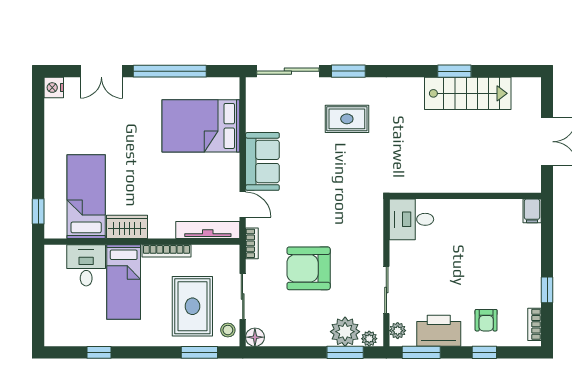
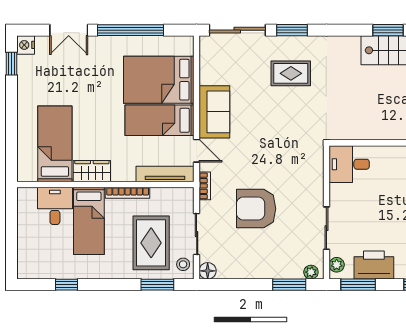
bed: (202, 171) -> (160, 120), added
window: (38, 211) -> (12, 64), moved
plant: (345, 332) -> (289, 266), removed

